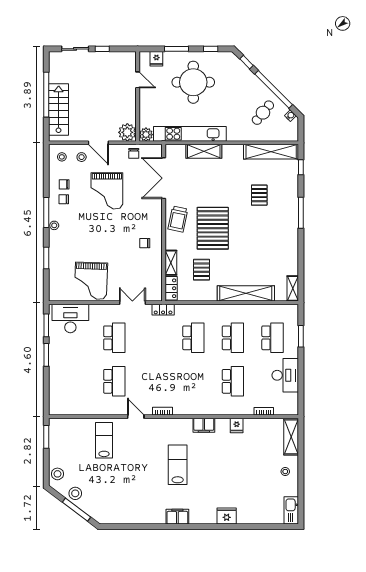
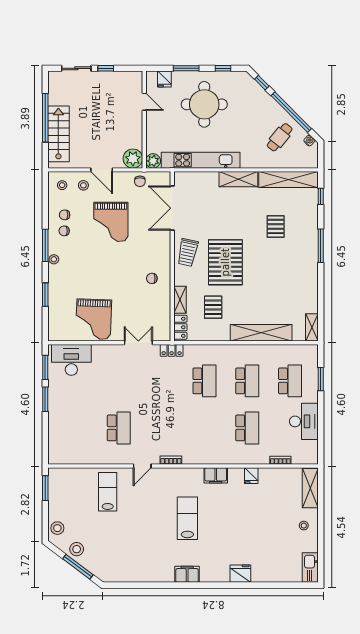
shelving: (204, 151) -> (238, 179), moved
school desk: (114, 338) -> (119, 381), removed
door: (136, 417) -> (142, 466), swing flipped

